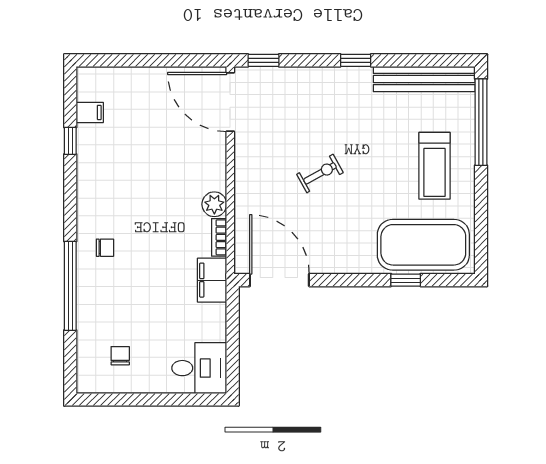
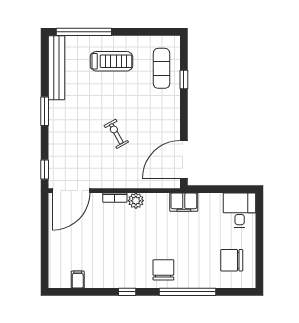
window: (356, 60) -> (45, 111), width x1.50
window: (70, 141) -> (127, 292), moved
bookcase: (219, 237) -> (115, 198), moved
exercise mat: (423, 245) -> (161, 68), width x0.50, depth x0.69
chair: (105, 248) -> (163, 270), width x1.87, depth x1.87
chair: (120, 356) -> (232, 260), width x1.87, depth x1.87

